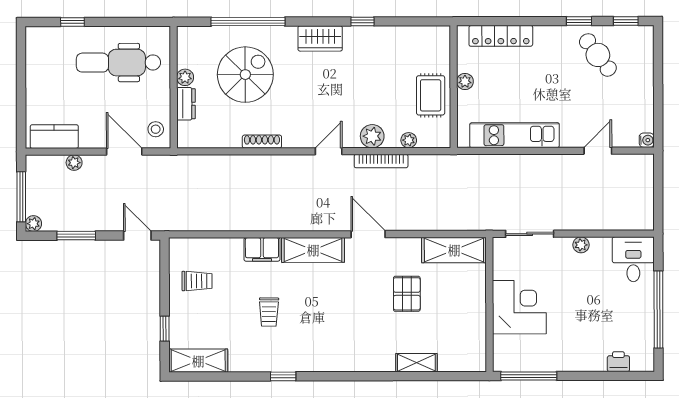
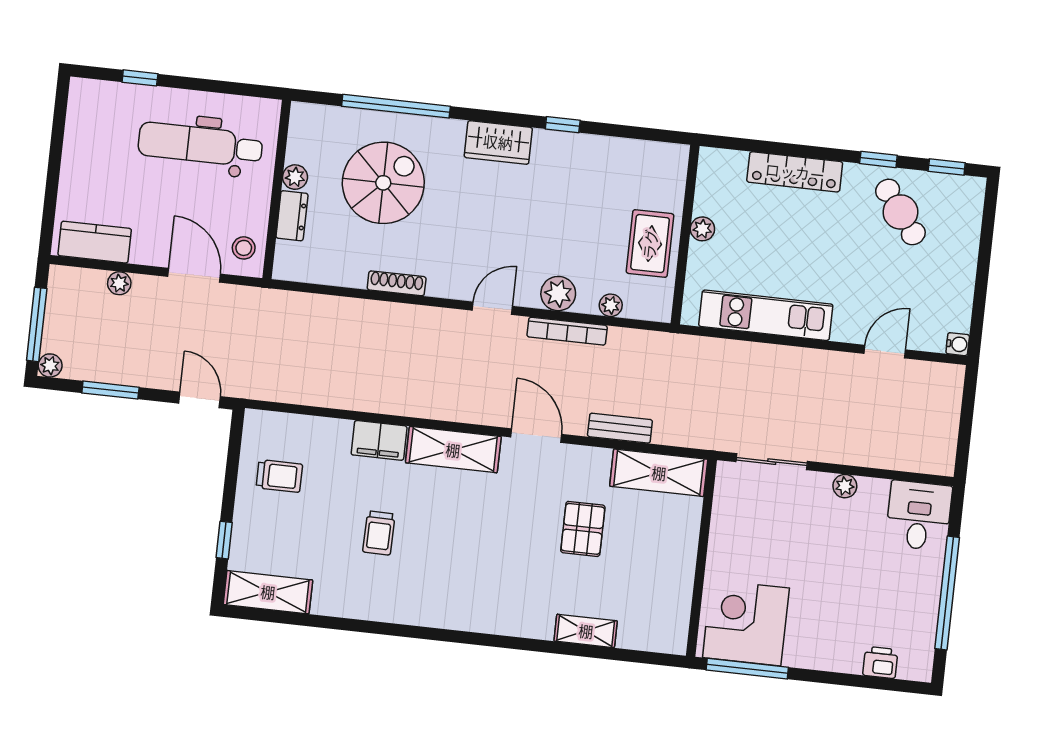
locker: (501, 36) -> (795, 172), moved
bench: (424, 223) -> (620, 428), added
corner desk: (519, 307) -> (746, 623), moved, turned -90
window: (283, 376) -> (389, 629), removed

